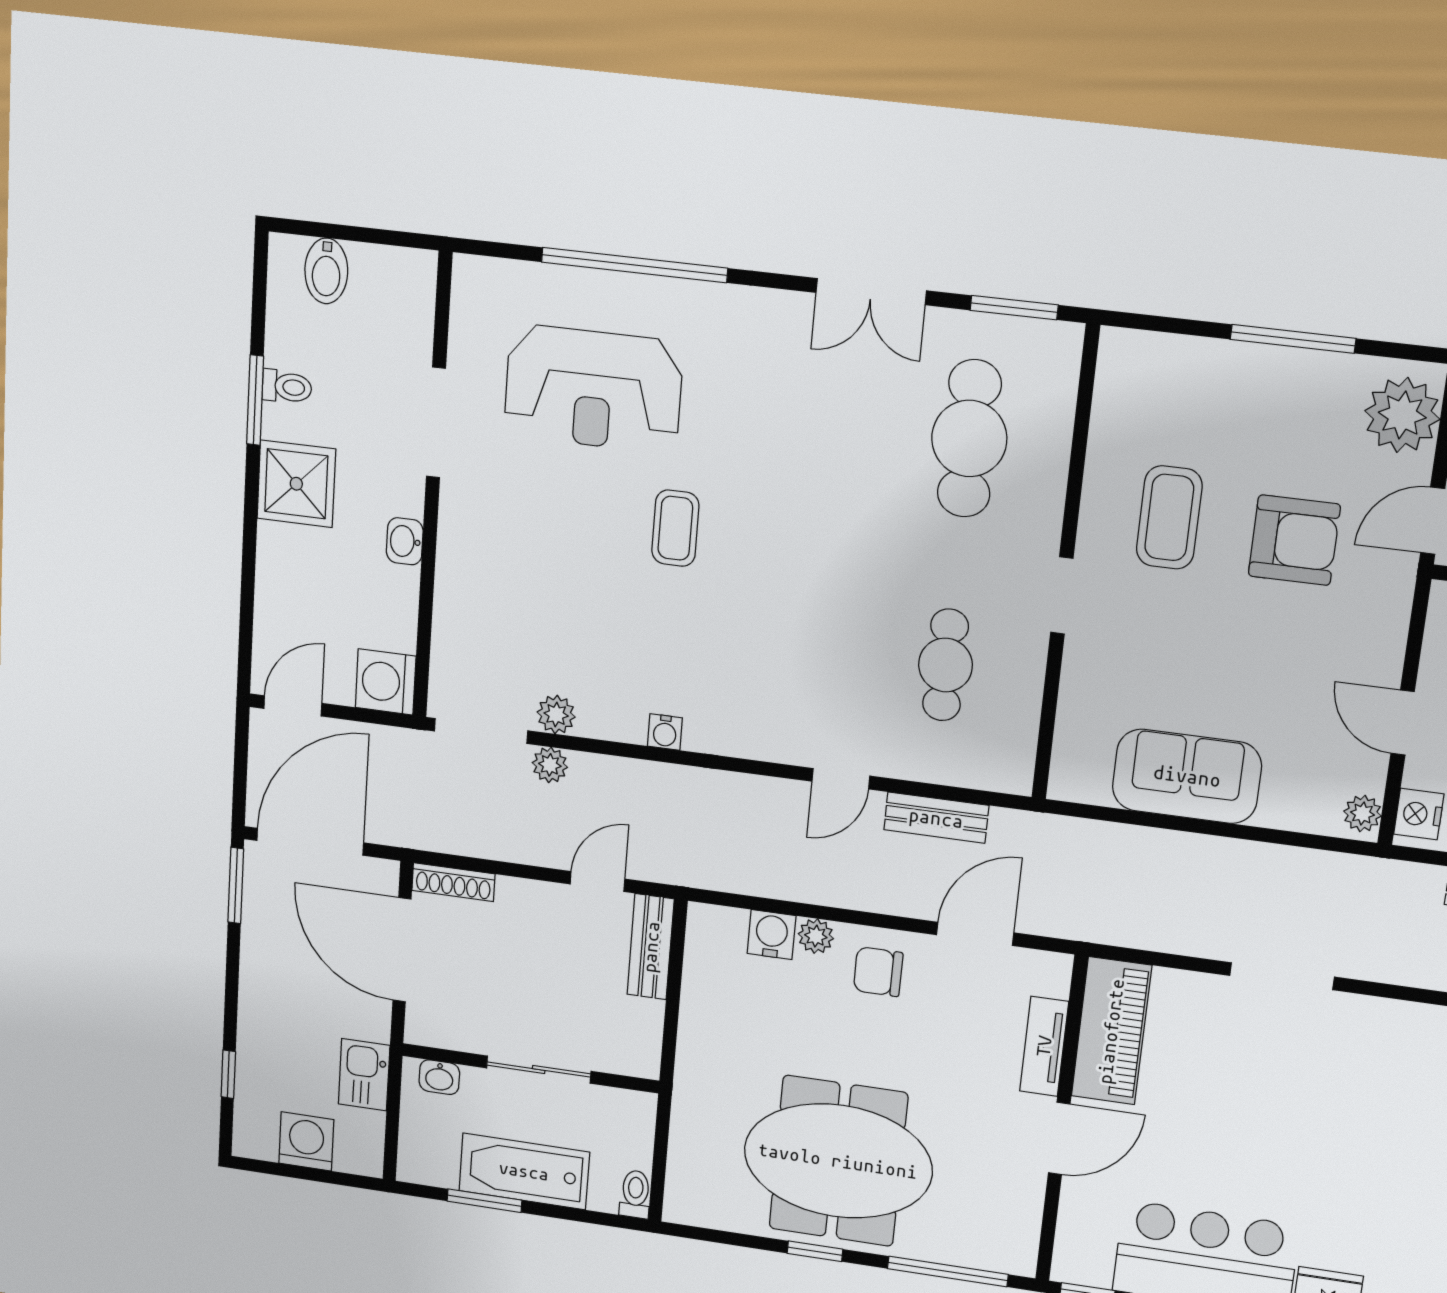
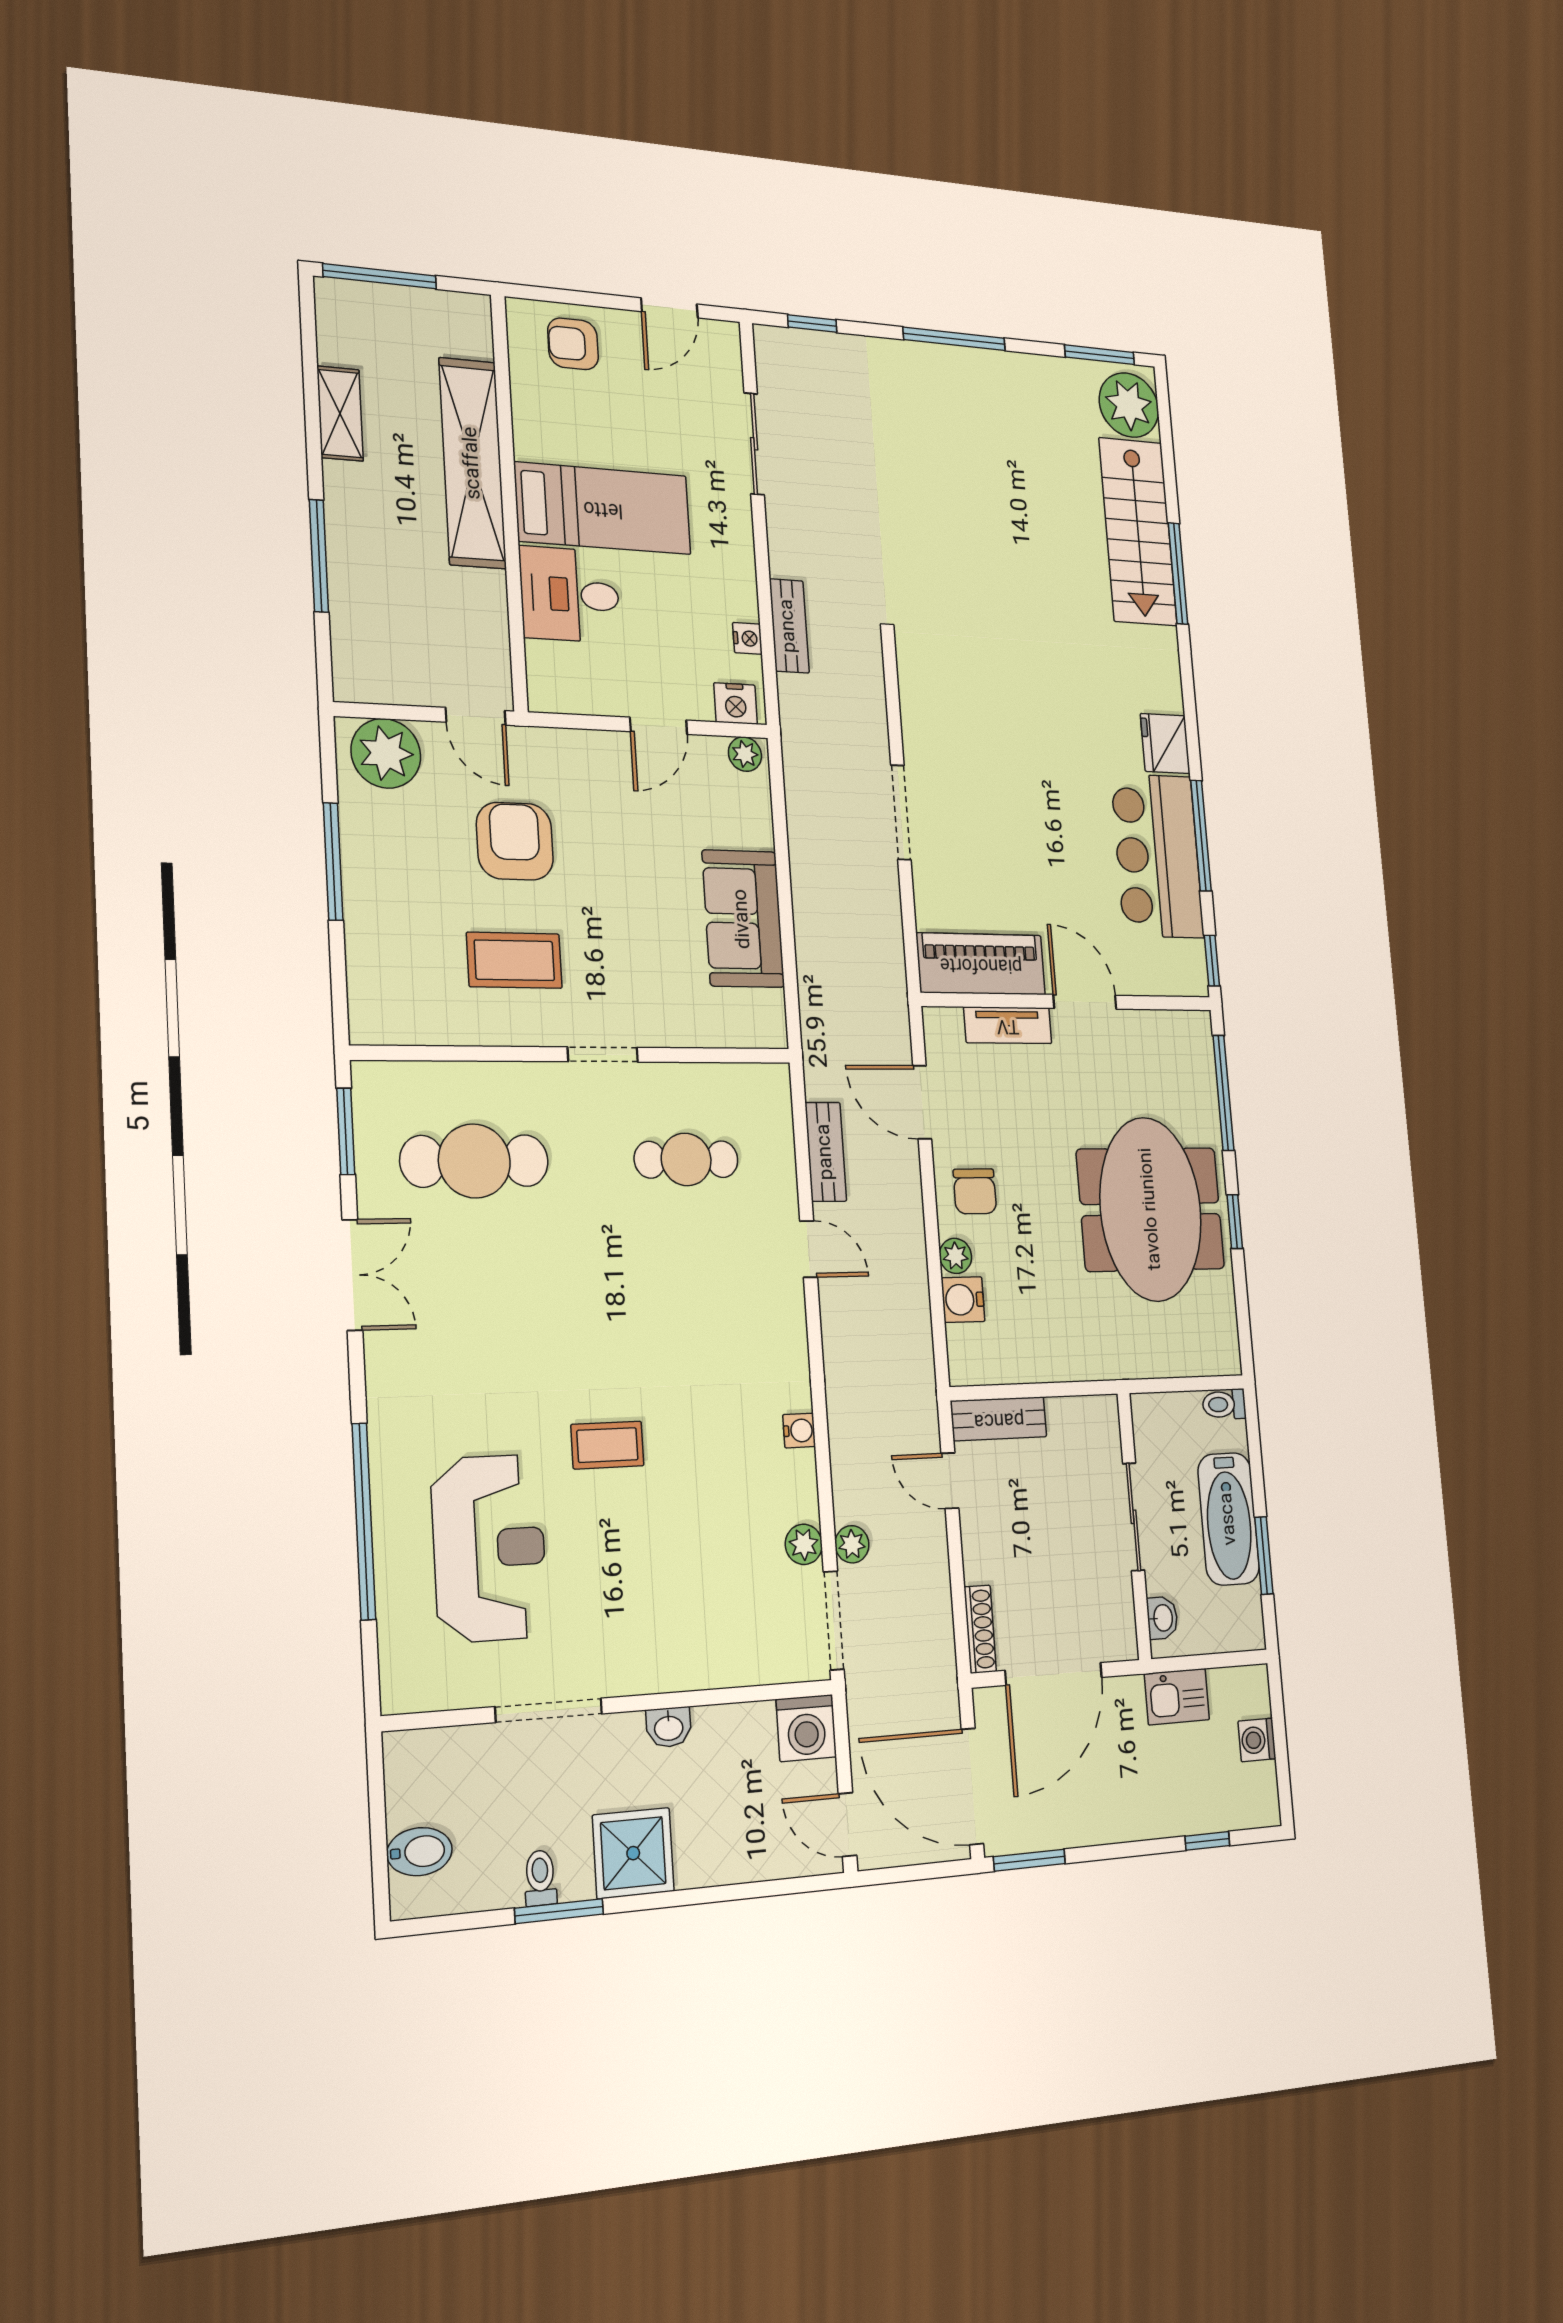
washing machine: (306, 1141) -> (1257, 1740), width x0.73, depth x0.73

